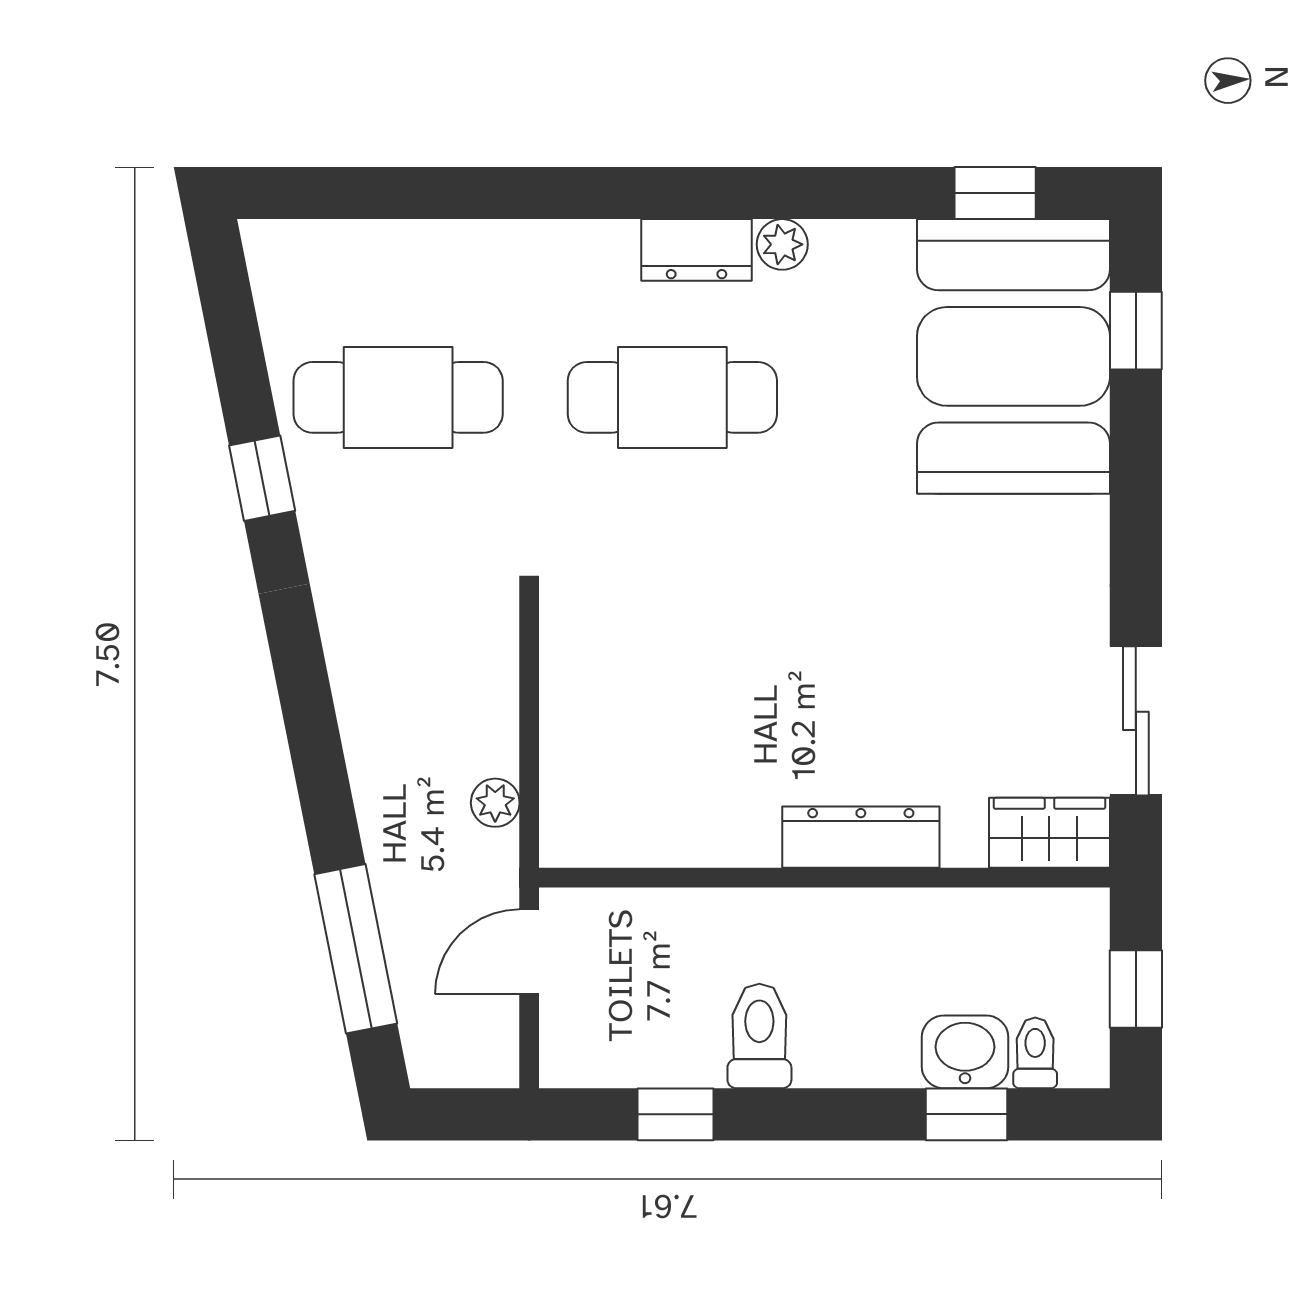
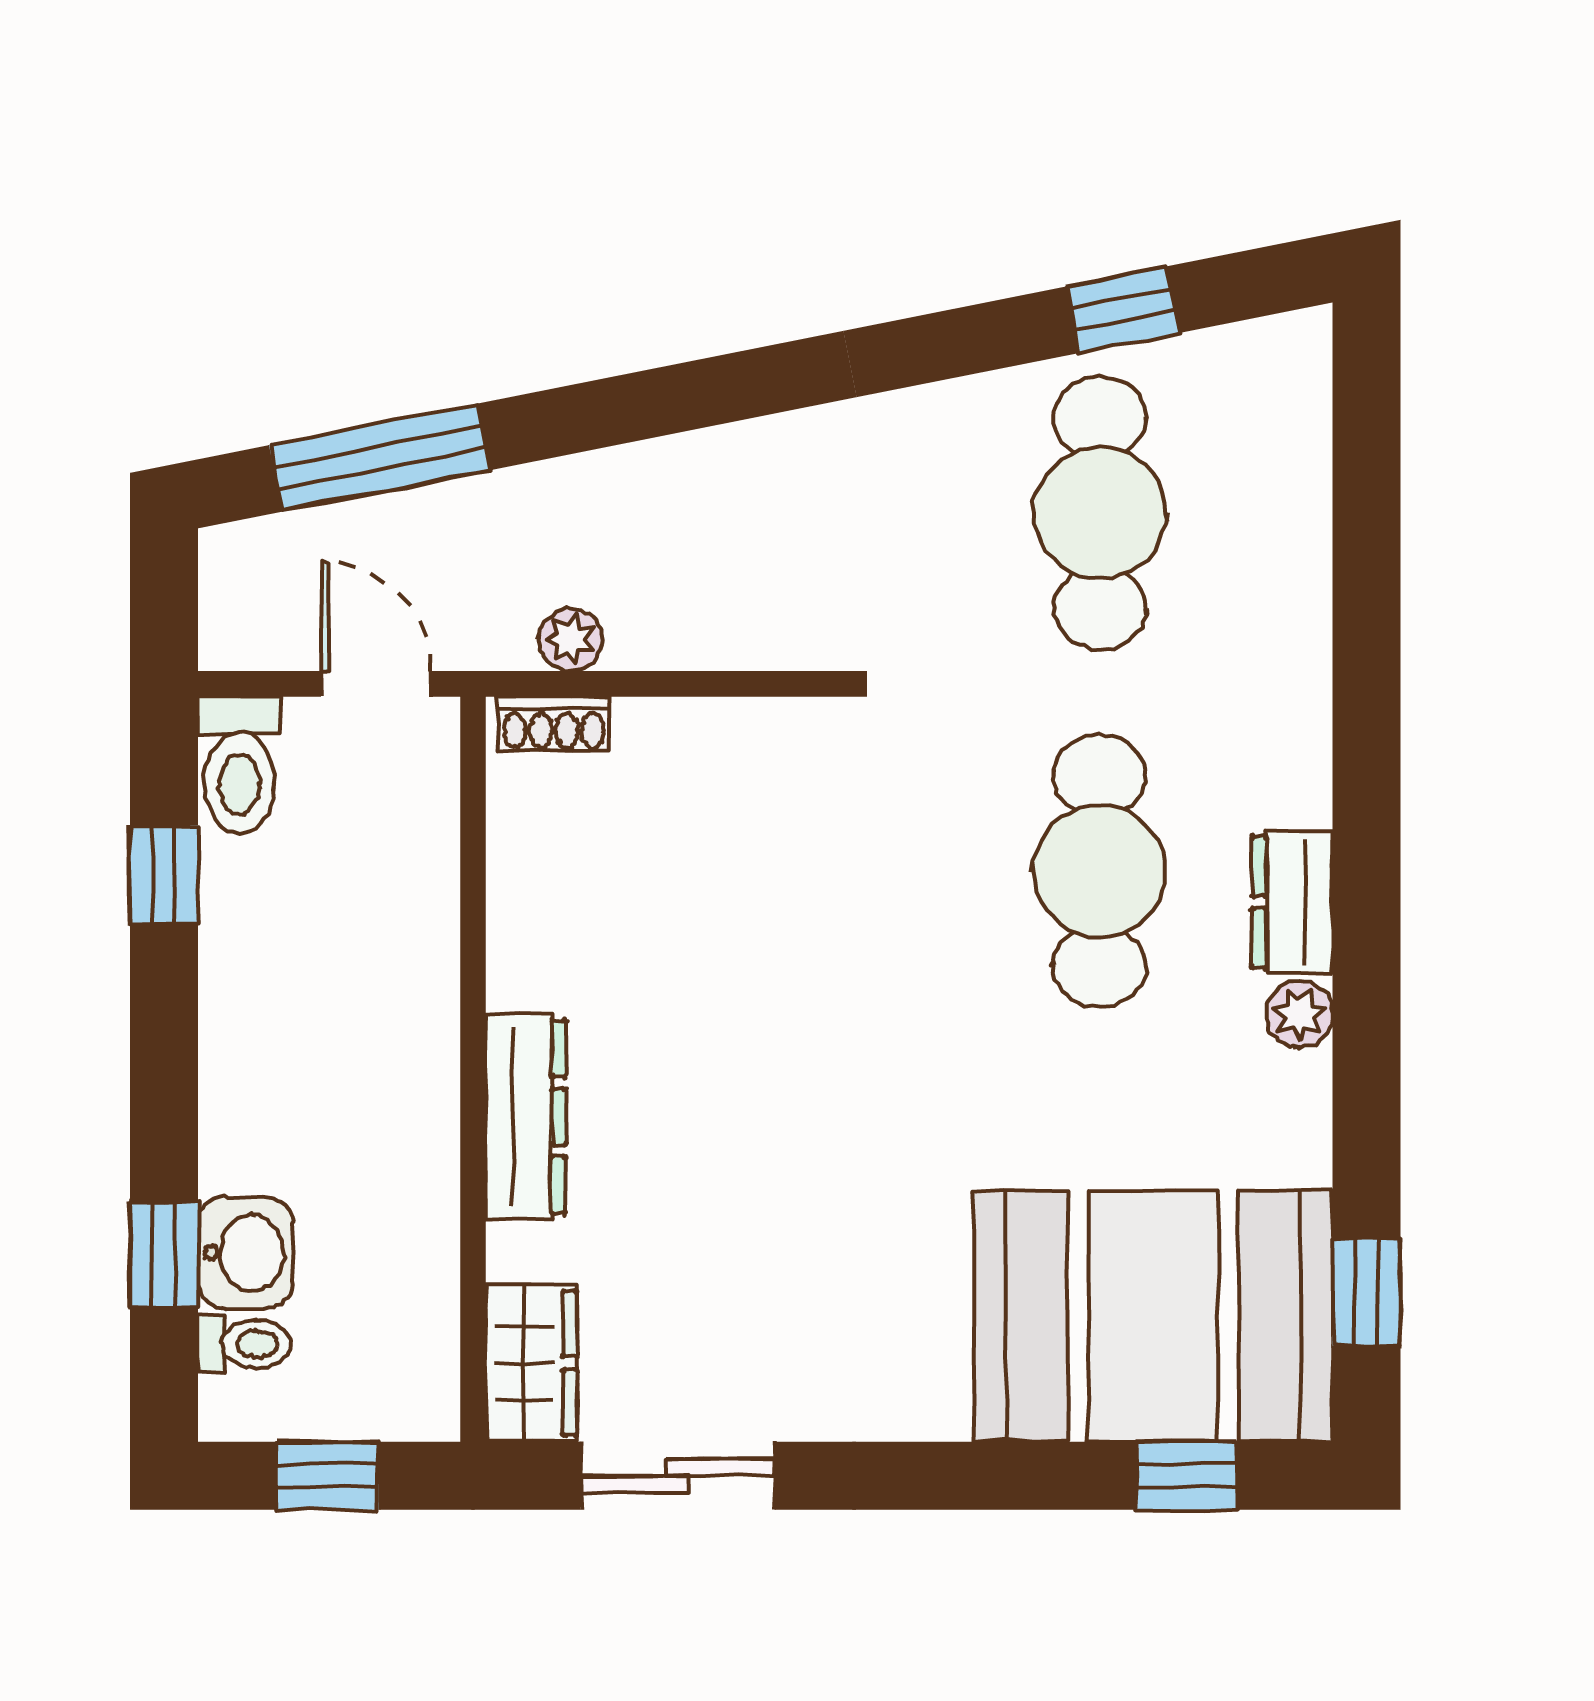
window: (262, 478) -> (1123, 310), moved
shoe rack: (560, 816) -> (554, 724), added
toilet: (759, 1036) -> (239, 765), moved, turned 90

